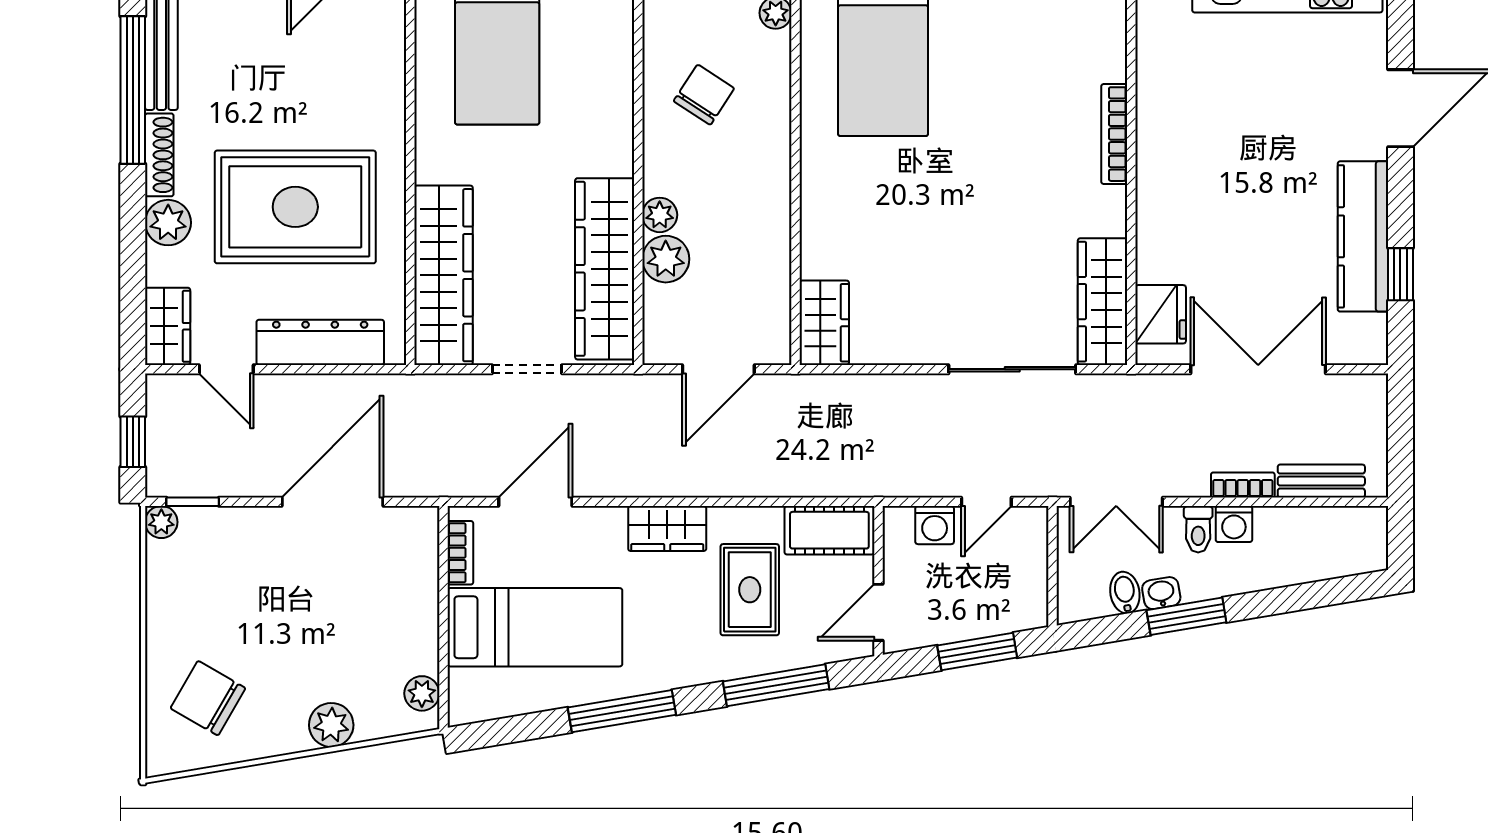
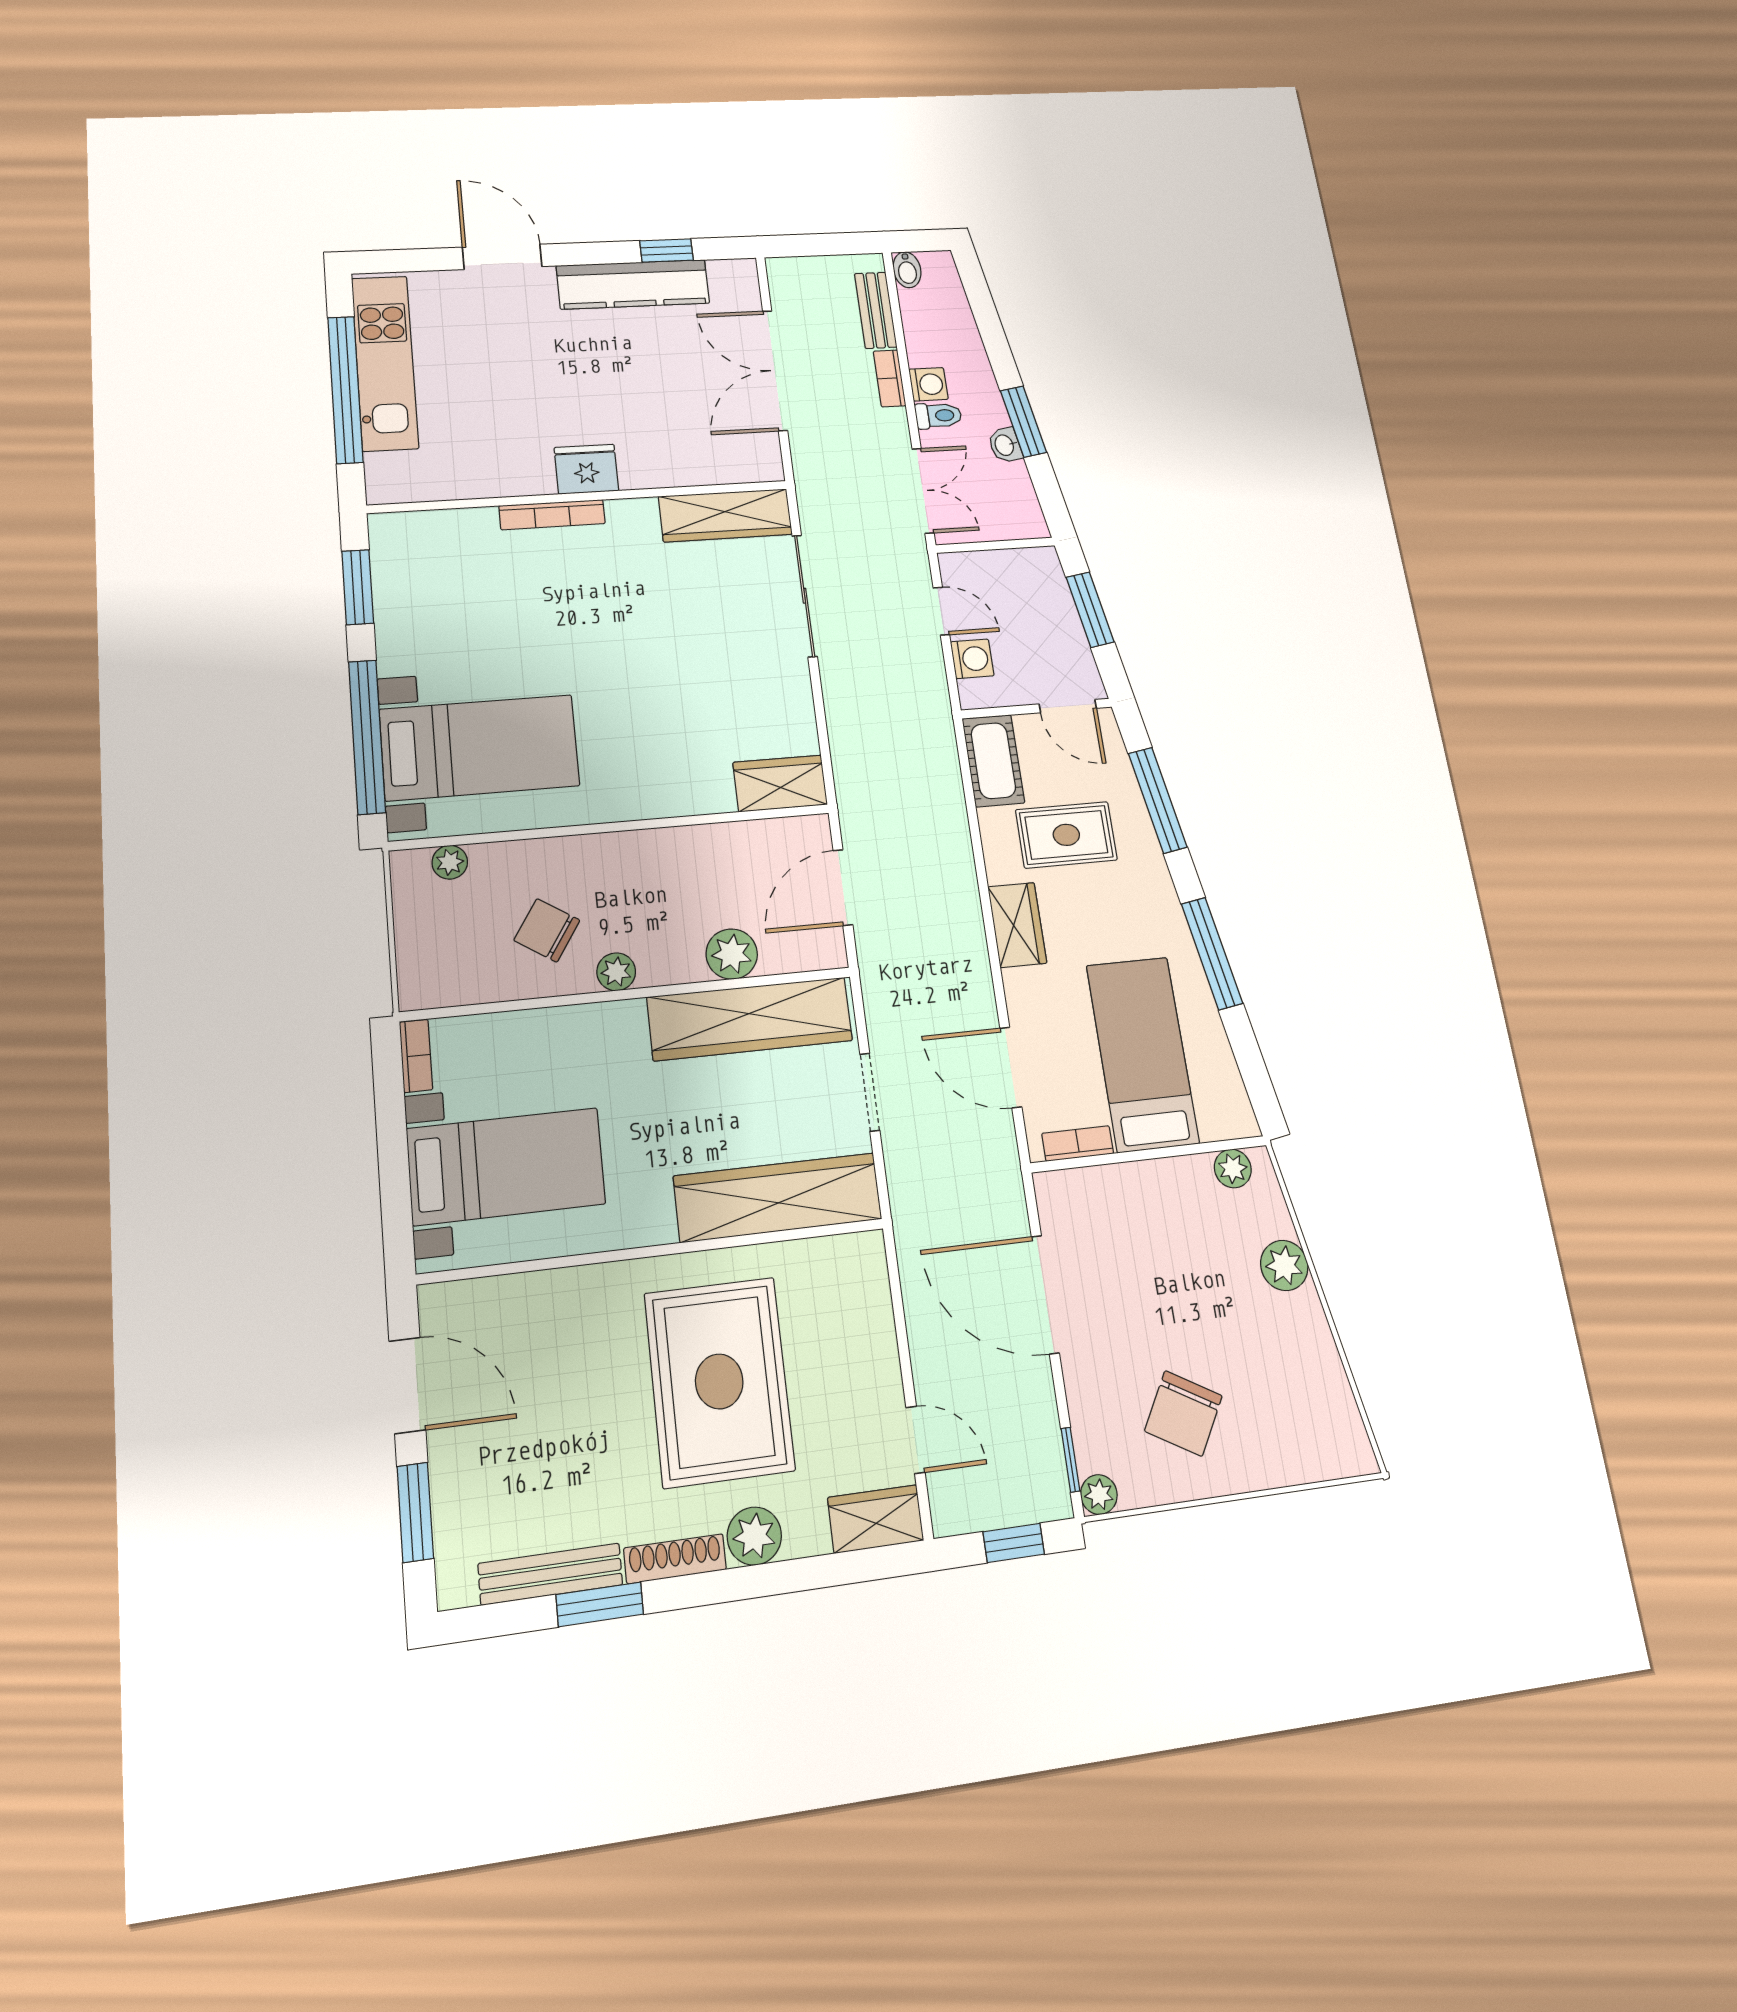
window: (133, 90) -> (600, 1604), width x0.47
plant: (660, 215) -> (616, 972), moved
fridge: (1161, 314) -> (586, 469), moved
dresser: (320, 342) -> (871, 1331), removed
door: (226, 369) -> (915, 1440), hinge flipped
door: (718, 369) -> (843, 888), swing flipped
bidet: (1125, 593) -> (907, 270), moved, turned -80
chair: (208, 698) -> (1183, 1413), moved

